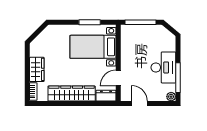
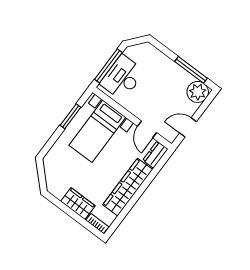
desk: (163, 67) -> (122, 78), moved, turned -90
plant: (171, 97) -> (198, 92), width x1.87, depth x1.87

